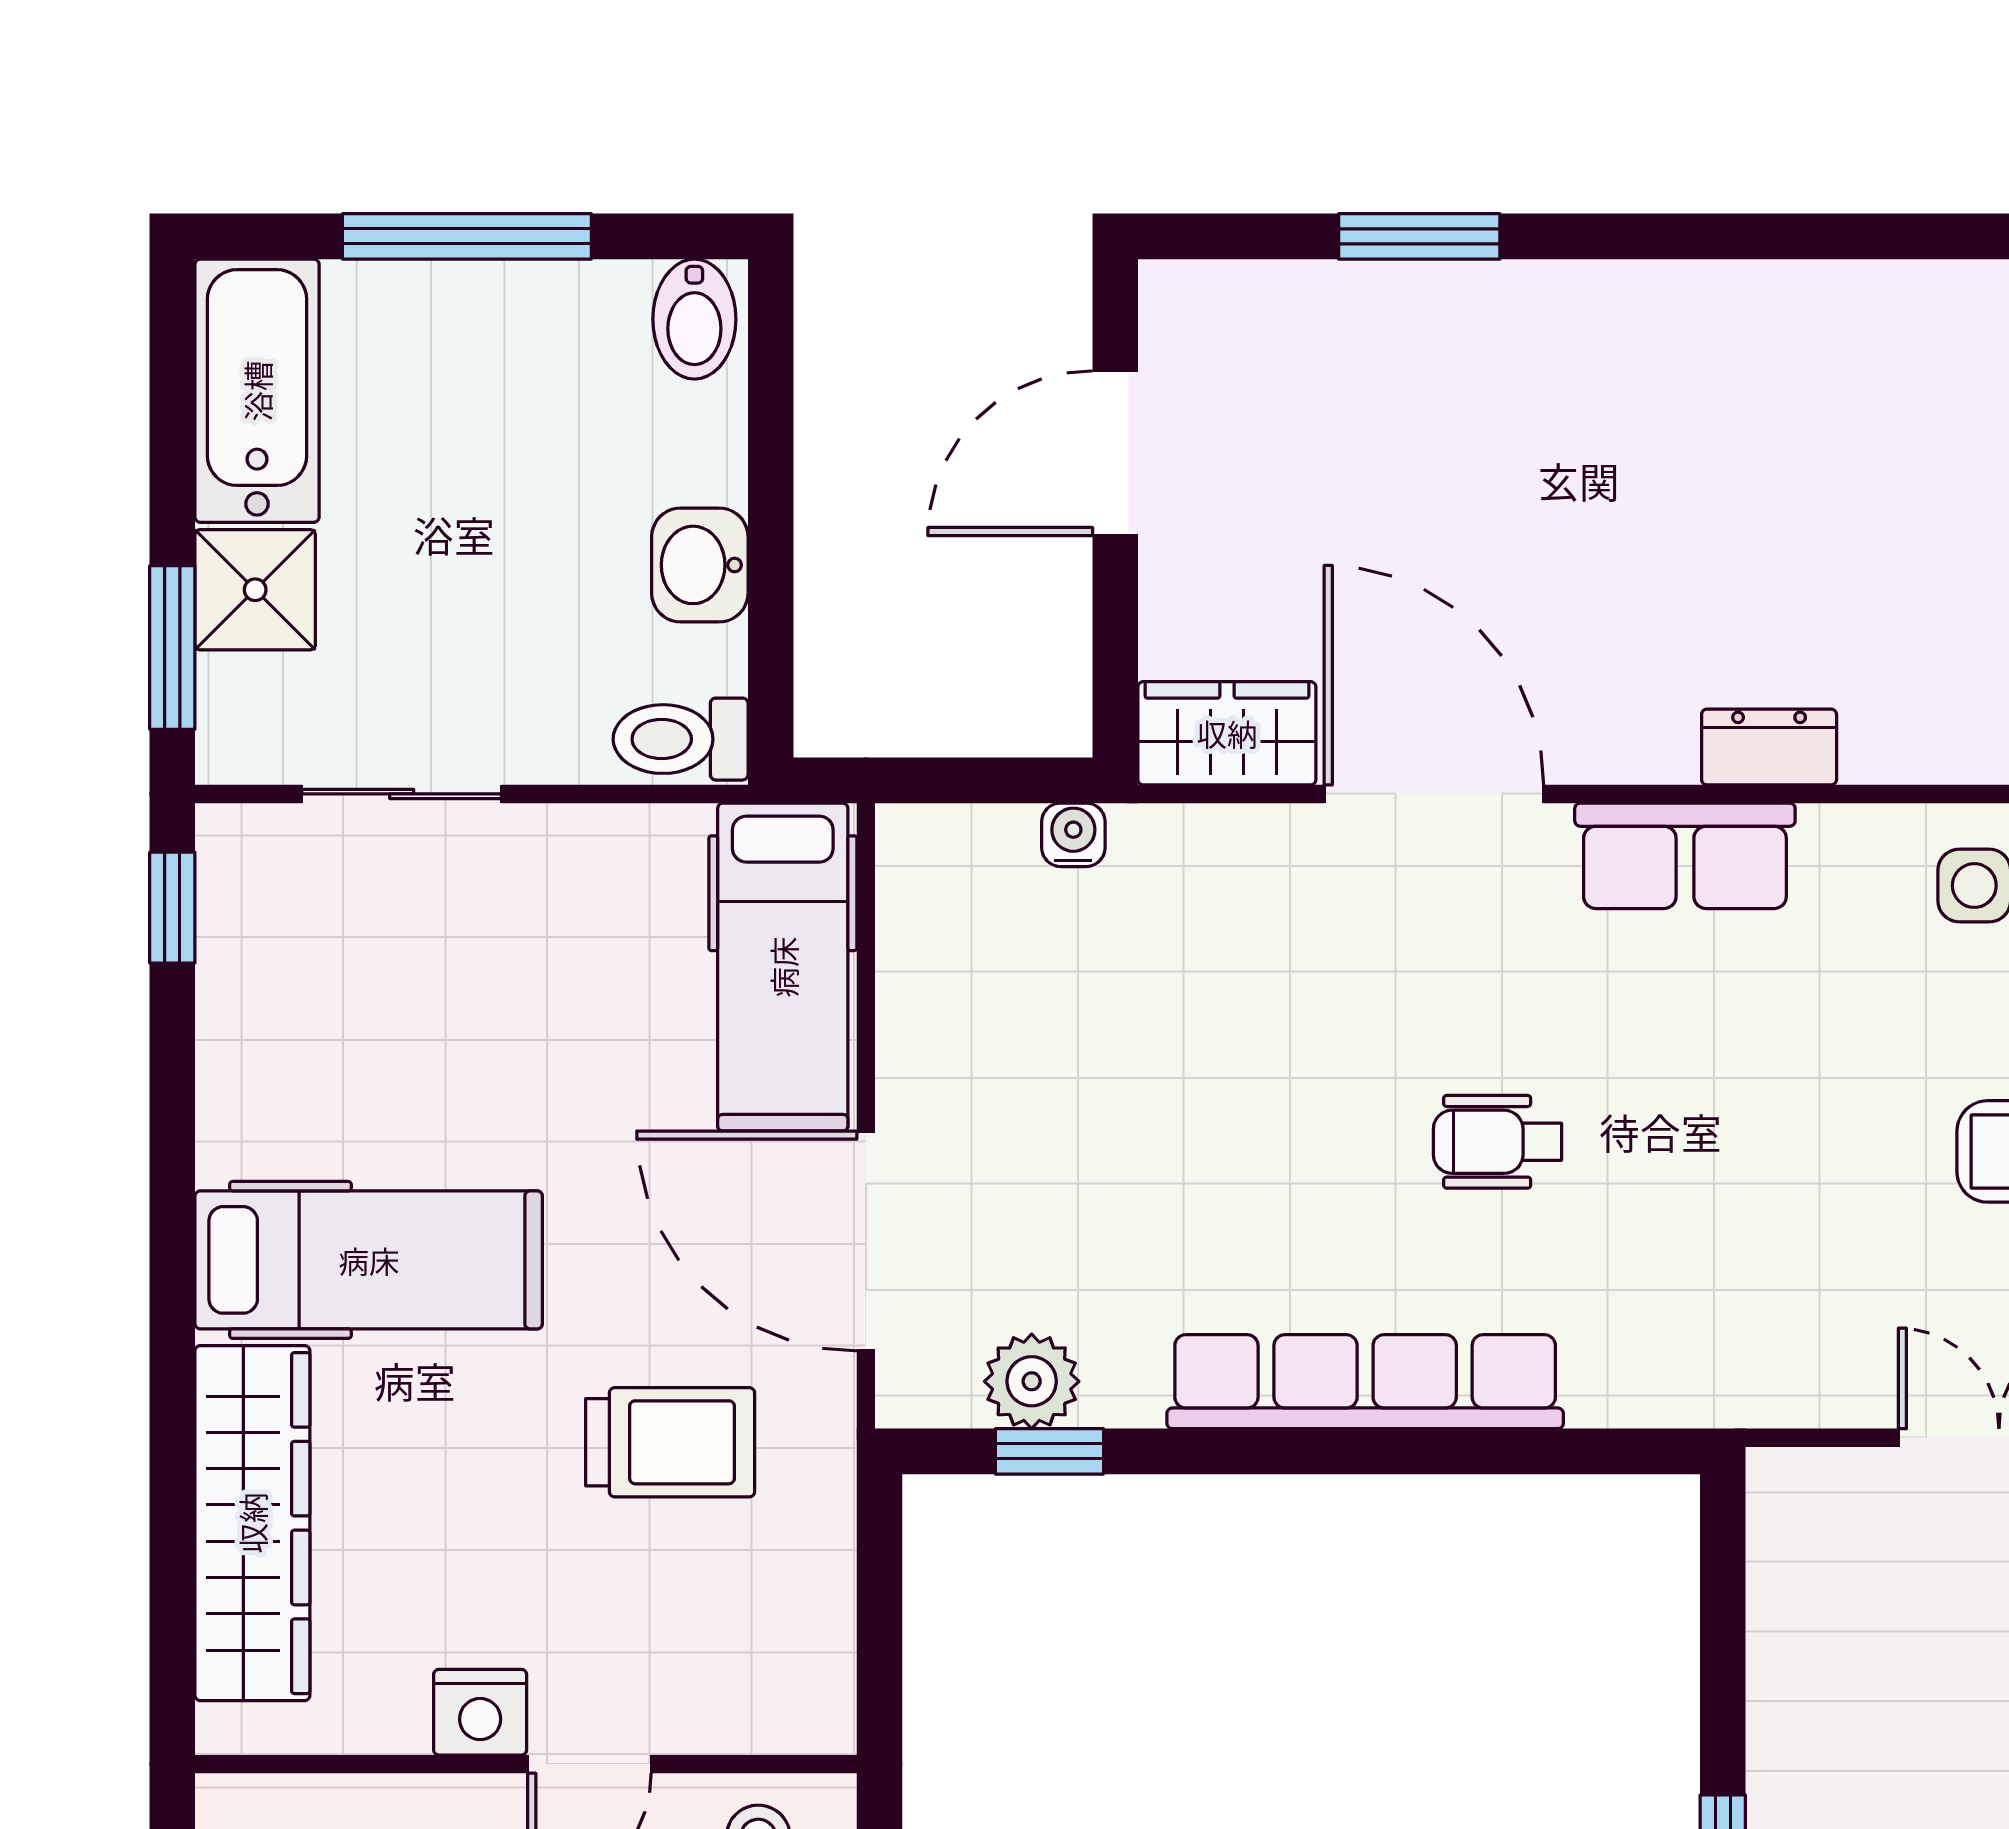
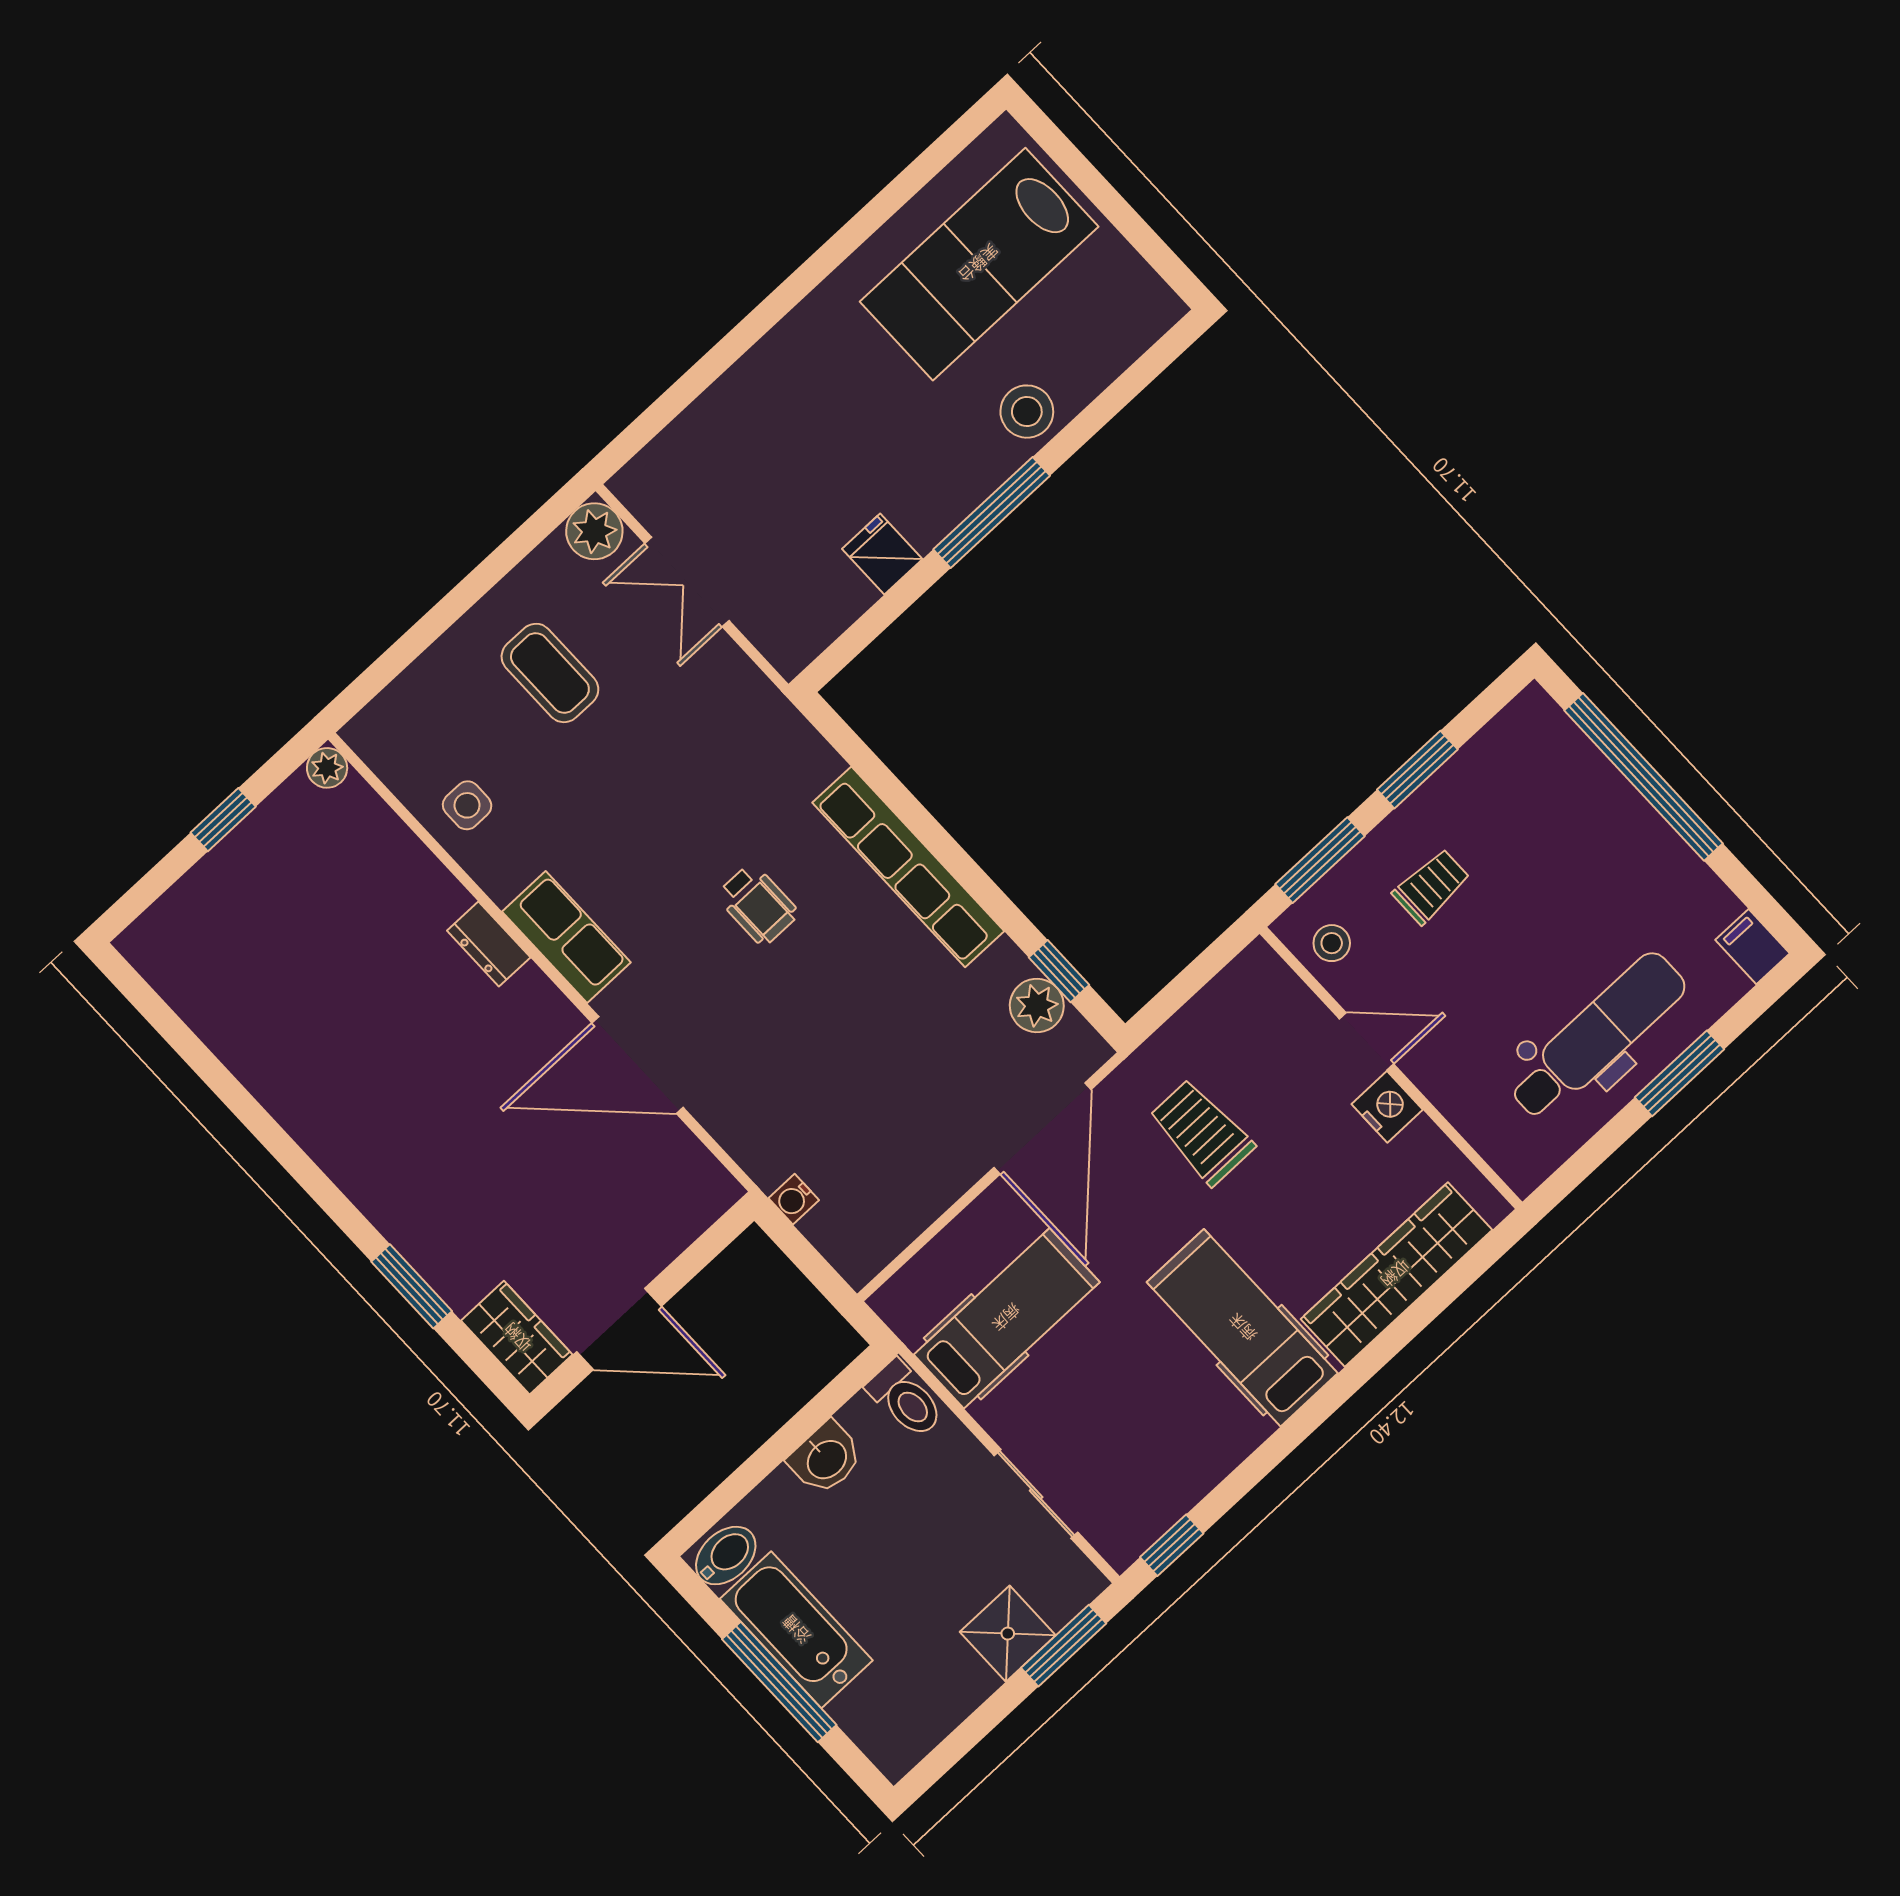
bathtub: (257, 391) -> (796, 1630), moved, turned 90
wardrobe: (1227, 733) -> (517, 1338), moved, turned 180
door: (1434, 794) -> (638, 1065), hinge flipped
hospital bed: (783, 967) -> (1007, 1318), moved
fridge: (1800, 1724) -> (882, 554), added

